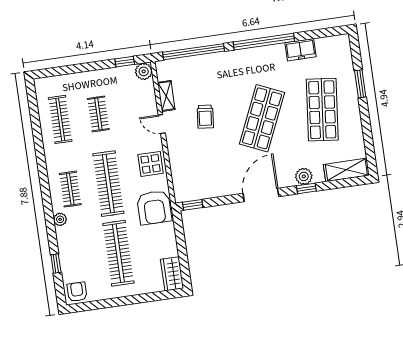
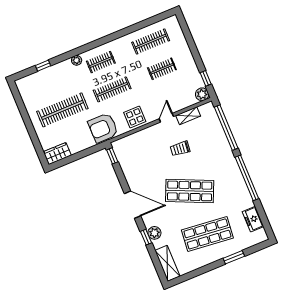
freezer: (301, 50) -> (253, 219), moved
clothes rail: (108, 184) -> (112, 89), width x0.73, depth x0.76
armchair: (77, 292) -> (26, 87), removed

